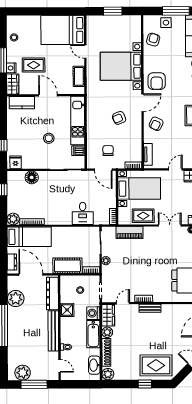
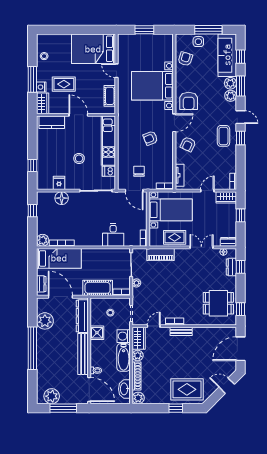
fridge: (16, 162) -> (59, 183), moved
door: (60, 366) -> (89, 389), width x1.88

